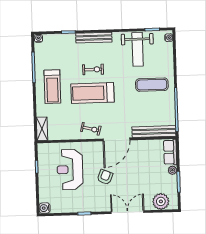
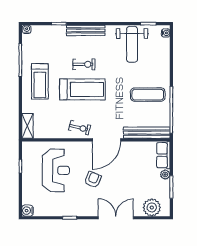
exercise mat: (152, 85) -> (148, 95), moved
treadmill: (92, 93) -> (82, 89), turned 180
reception desk: (70, 170) -> (56, 170), turned 180

